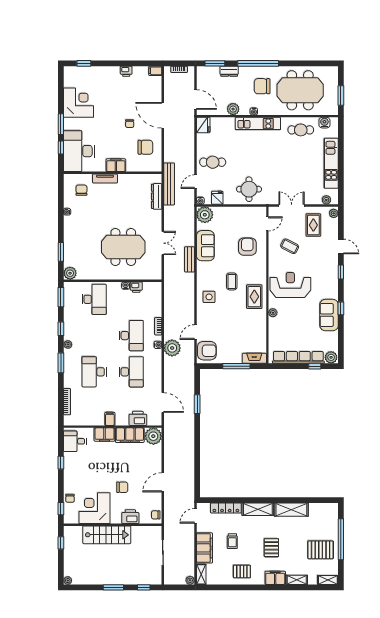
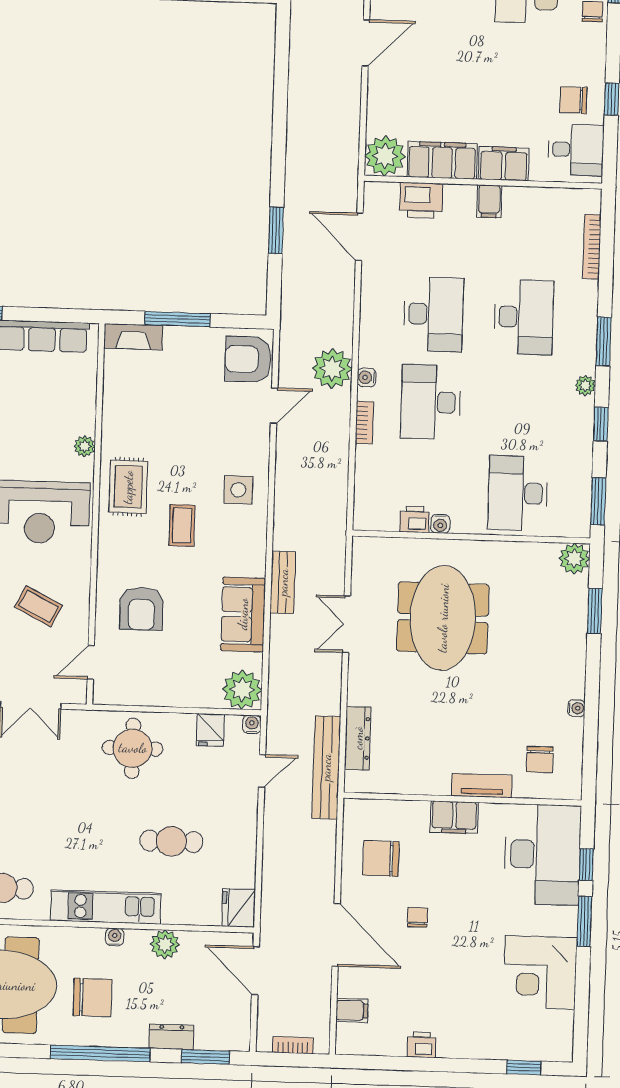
filing cabinet: (155, 71) -> (352, 1010), moved
cafe table: (213, 162) -> (171, 841), moved
meeting table: (123, 247) -> (443, 618), turned 90
desk: (131, 372) -> (433, 314), turned 180
chair: (122, 487) -> (573, 100), moved

